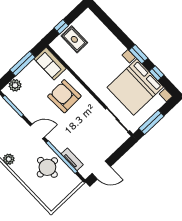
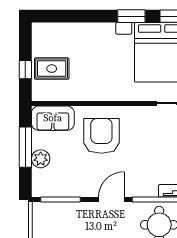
plant: (15, 85) -> (41, 159), moved
armchair: (64, 96) -> (101, 136), turned 92

